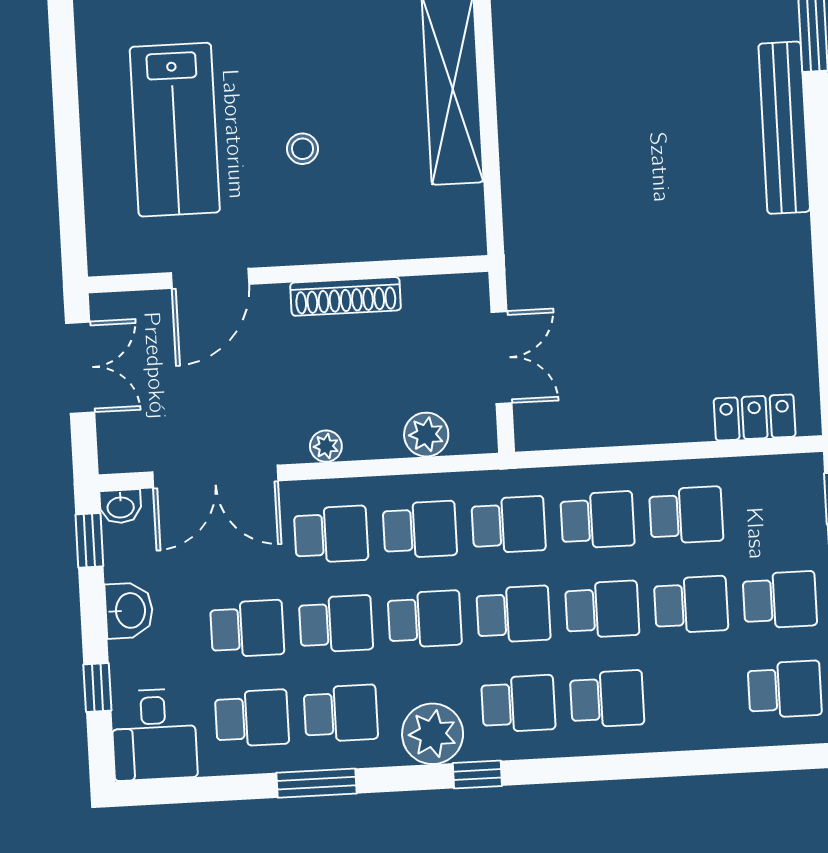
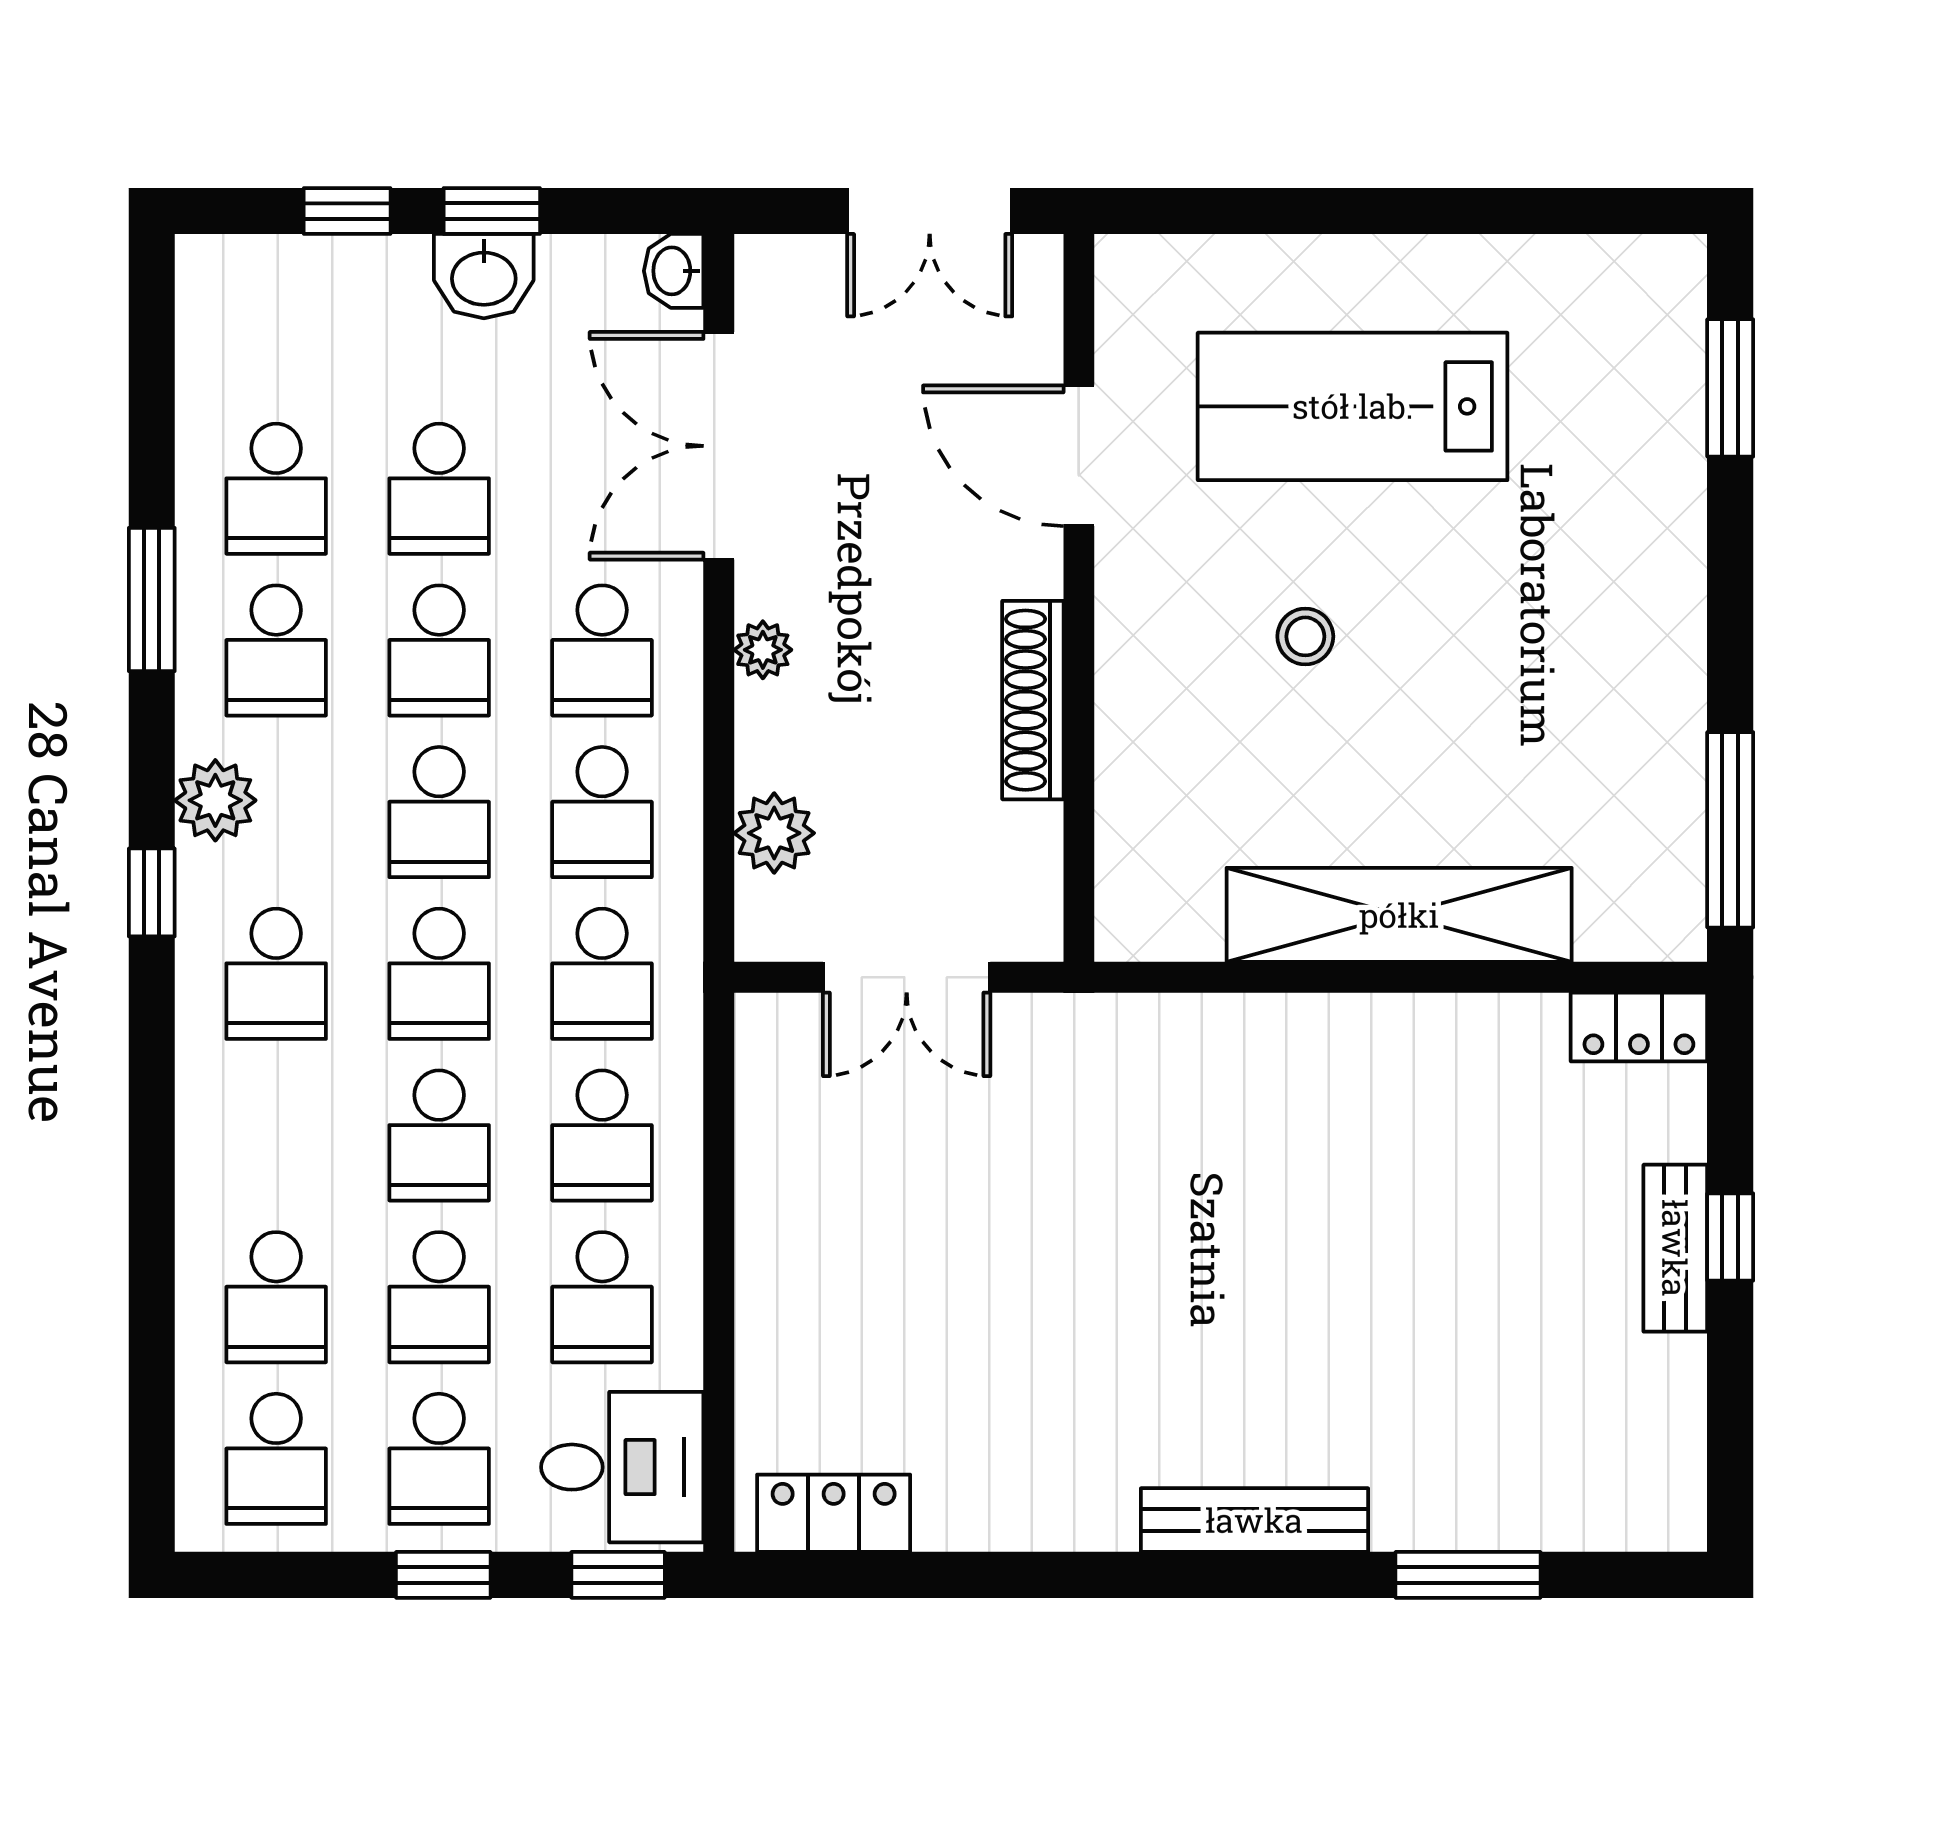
bench: (784, 128) -> (1254, 1520), width x0.73, depth x0.82
locker: (755, 418) -> (834, 1513), moved, turned -90
window: (89, 540) -> (492, 211), moved
school desk: (607, 699) -> (276, 1297), moved
plant: (433, 734) -> (215, 800), width x0.73, depth x0.73
desk: (154, 735) -> (622, 1467), moved, turned 180

